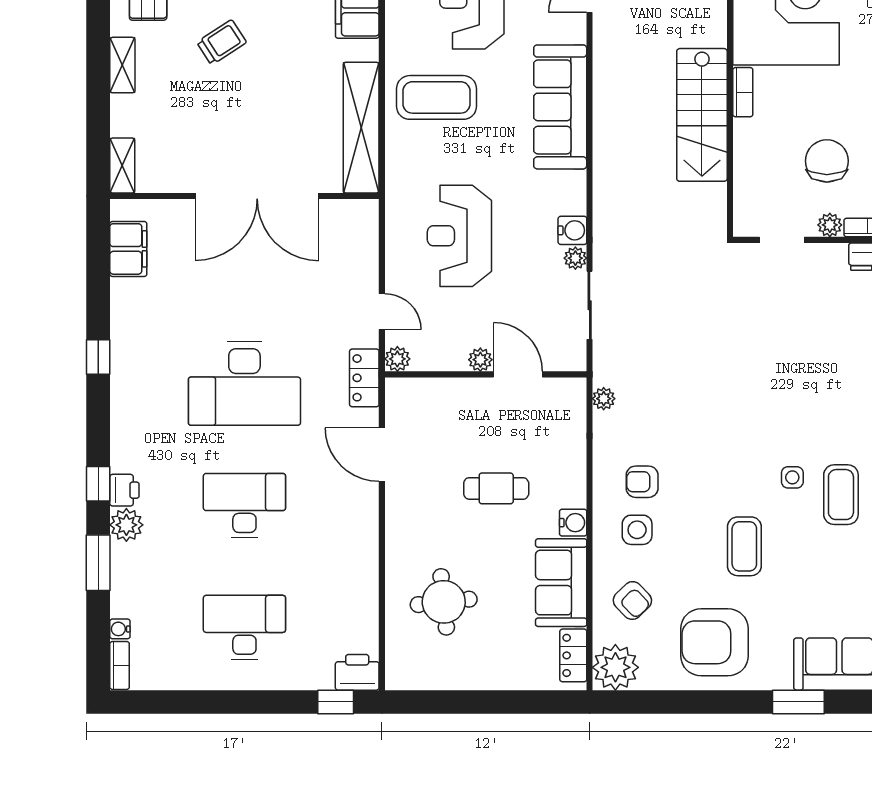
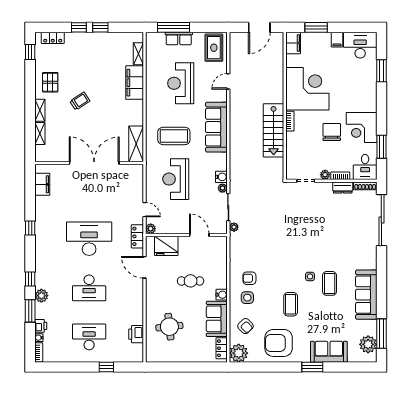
coffee table: (437, 97) -> (174, 136), moved
shelving: (361, 128) -> (136, 144), width x0.68
chair: (827, 161) -> (332, 132), moved
shelving: (122, 165) -> (40, 134), moved
double door: (257, 196) -> (94, 163), swing flipped
plant: (480, 360) -> (184, 229), removed
desk: (244, 384) -> (89, 239), turned 180
plant: (604, 399) -> (234, 227), moved
fridge: (436, 402) -> (166, 246), added
printer: (124, 490) -> (41, 326), moved
desk: (244, 506) -> (89, 288), turned 180
printer: (357, 672) -> (136, 334), moved, turned -90
window: (336, 702) -> (106, 367), moved

